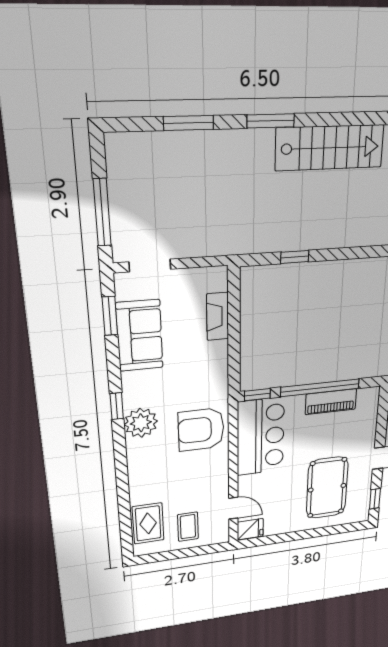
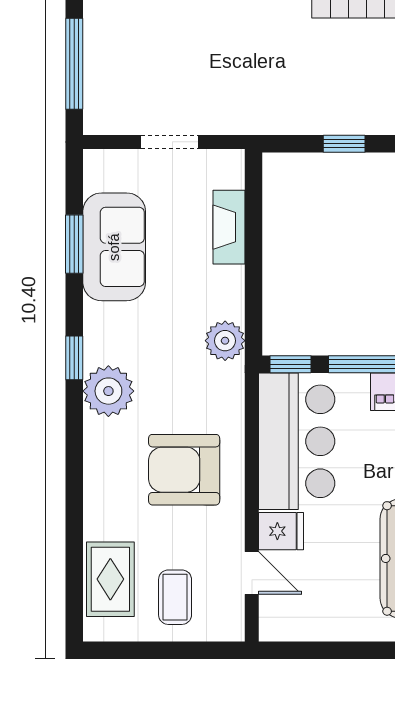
doorway: (150, 265) -> (170, 142), moved
window: (110, 316) -> (74, 244), moved
plant: (216, 386) -> (225, 341), added
armchair: (201, 430) -> (184, 470), moved
fridge: (250, 529) -> (281, 531), moved

